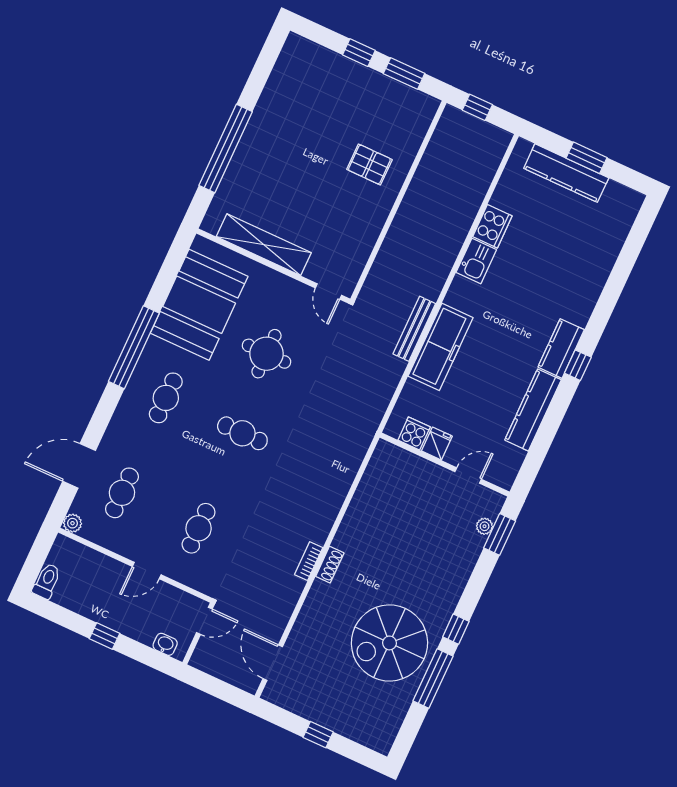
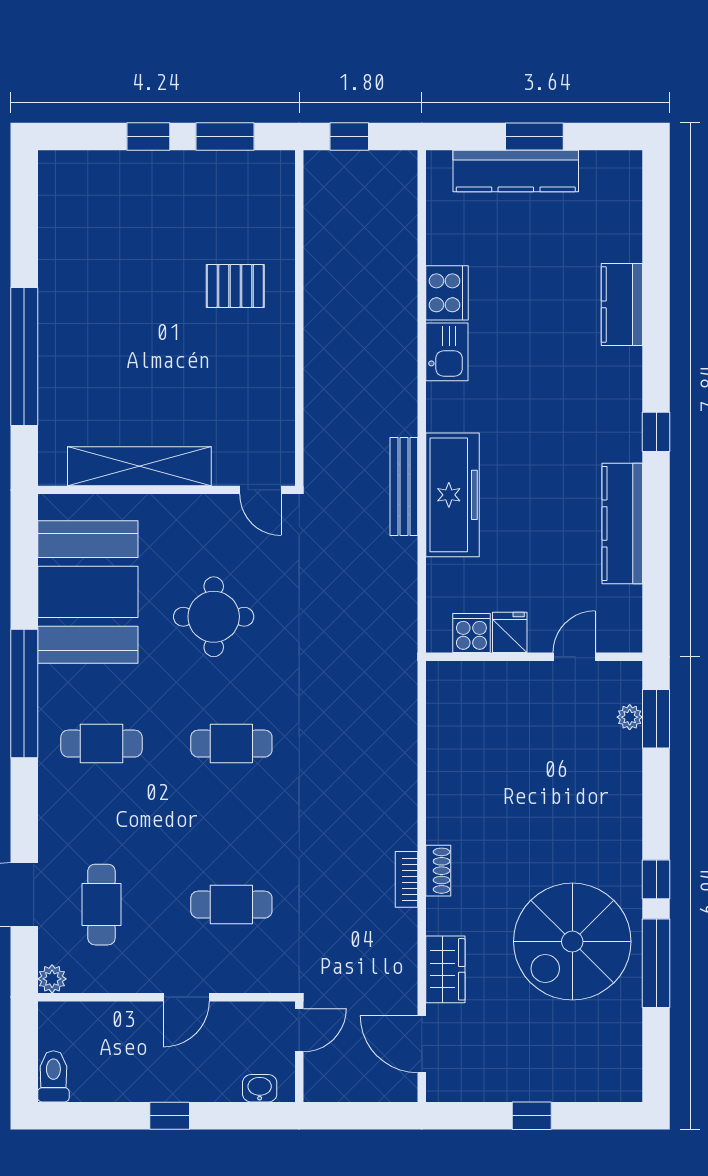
kitchen counter: (561, 348) -> (622, 304), moved
cafe table: (166, 398) -> (101, 744), turned 90
cafe table: (199, 528) -> (231, 905), turned 90
wardrobe: (307, 625) -> (445, 969), added

